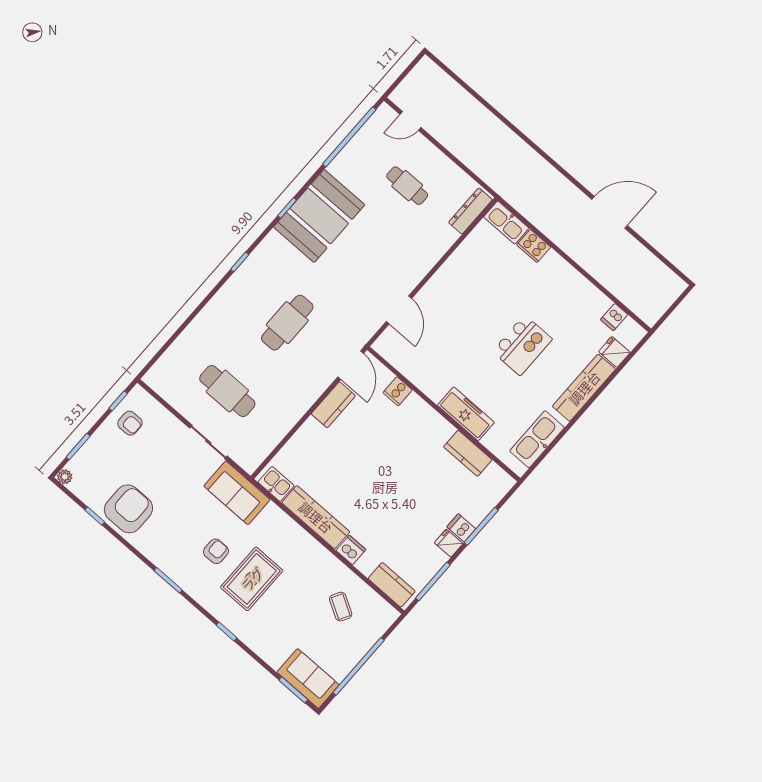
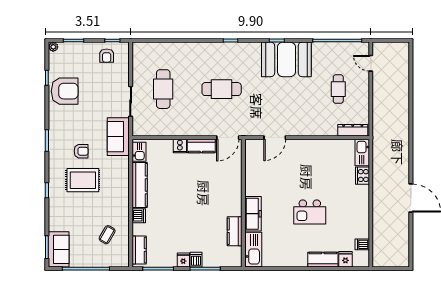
kitchen counter: (584, 388) -> (323, 260), width x0.67
cooker: (398, 391) -> (180, 146), moved, turned -90
kitchen sink: (537, 439) -> (253, 250), moved, turned 90

